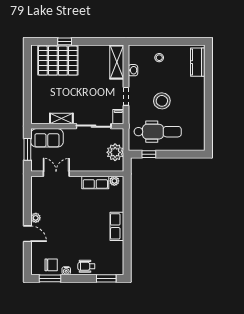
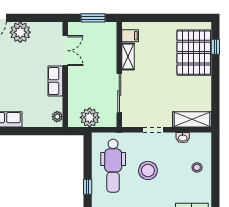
window: (65, 41) -> (215, 47), moved
filing cabinet: (118, 117) -> (130, 36), moved
sofa: (47, 138) -> (106, 40), removed
window: (149, 154) -> (88, 187), moved
row of seats: (95, 182) -> (55, 81), moved
plant: (36, 218) -> (20, 32), width x1.88, depth x1.88

